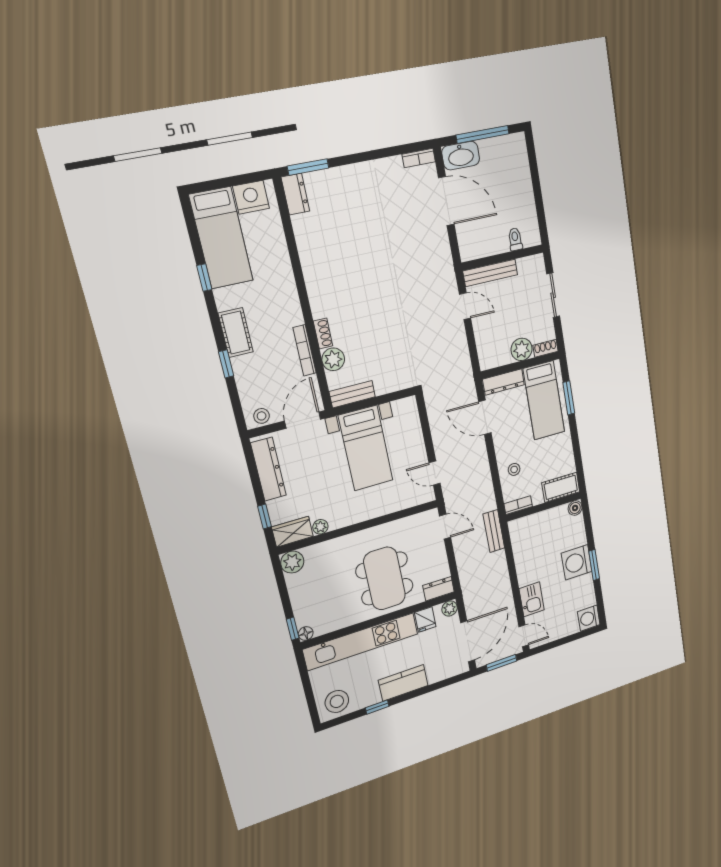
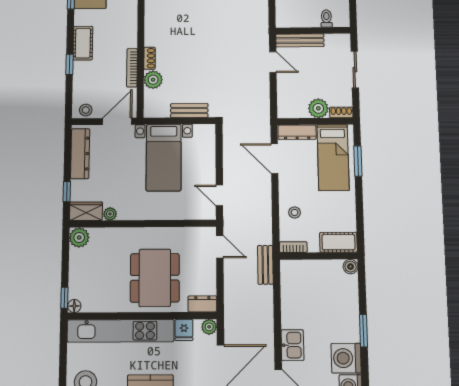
bench: (352, 394) -> (189, 110), moved
washing machine: (577, 562) -> (346, 358), moved

